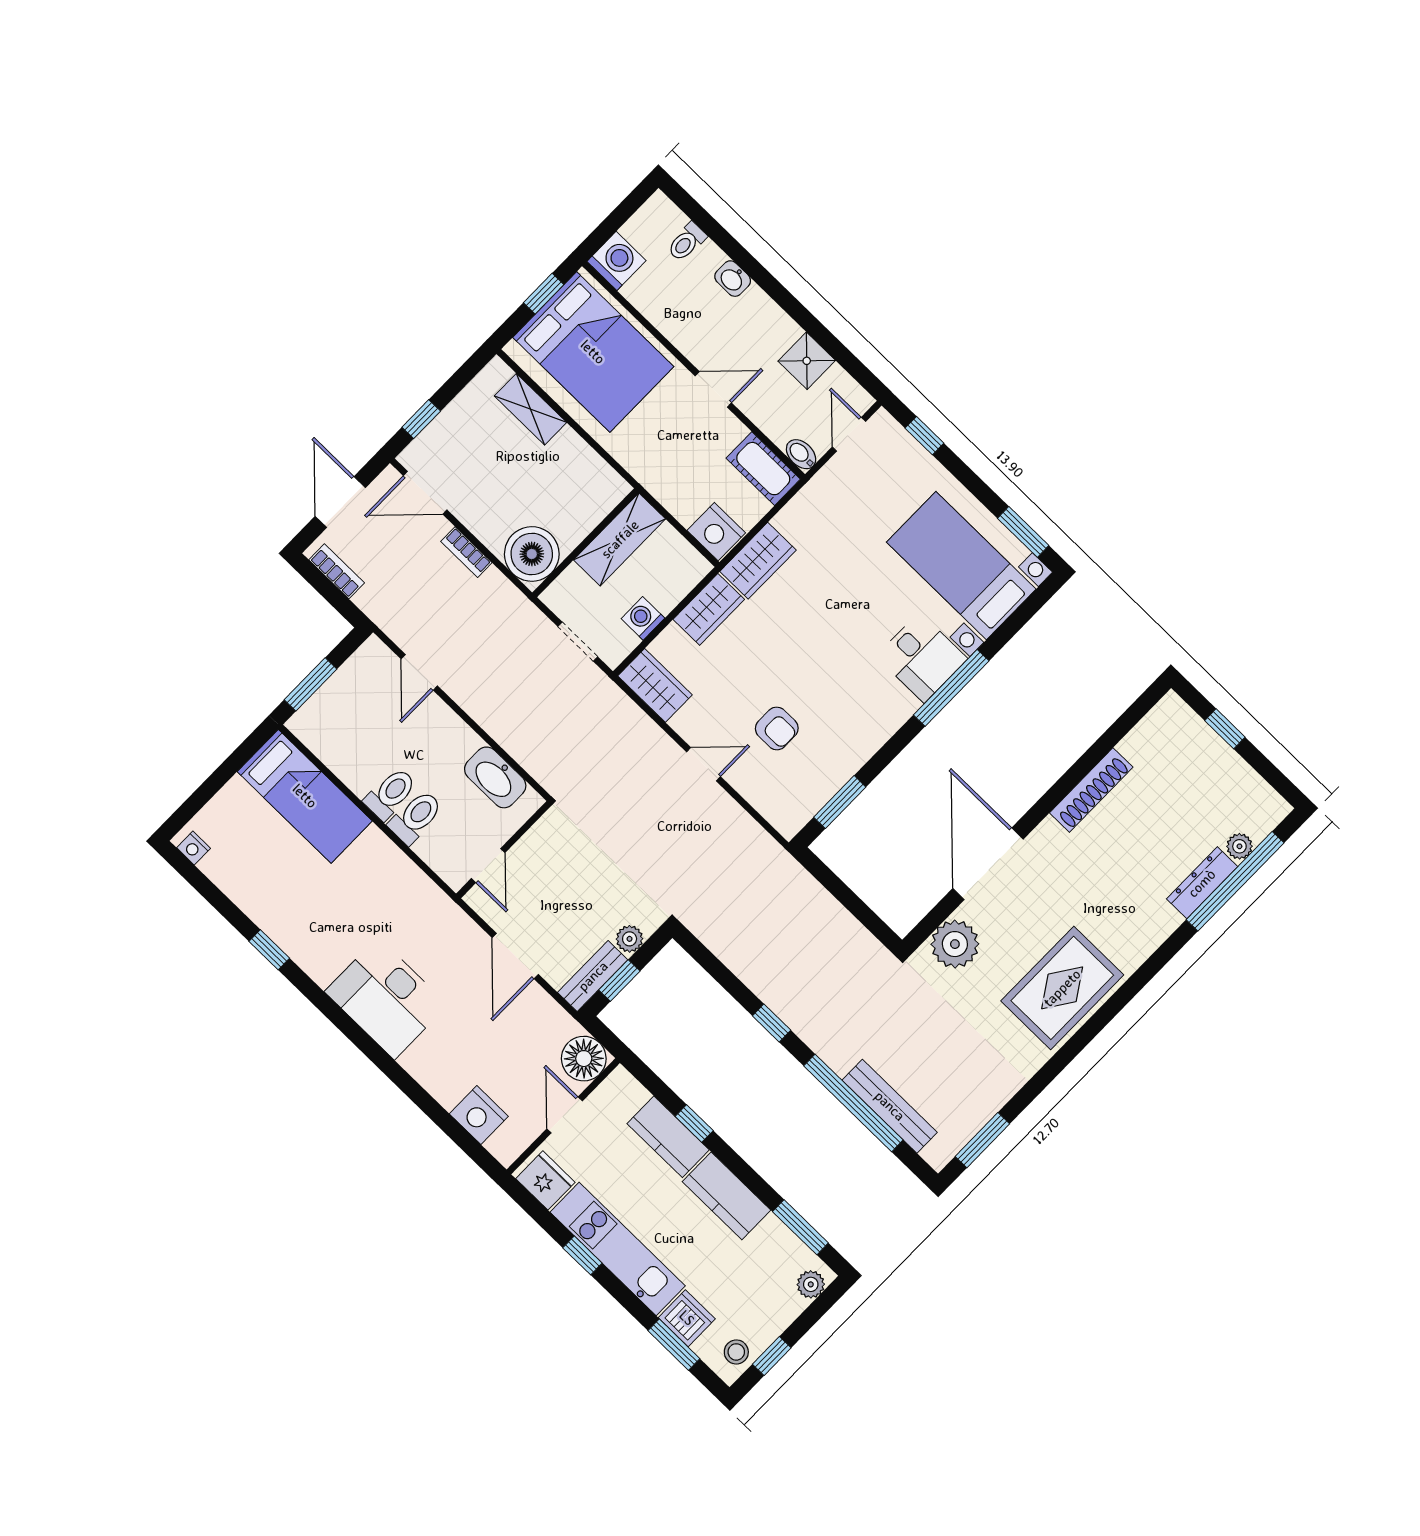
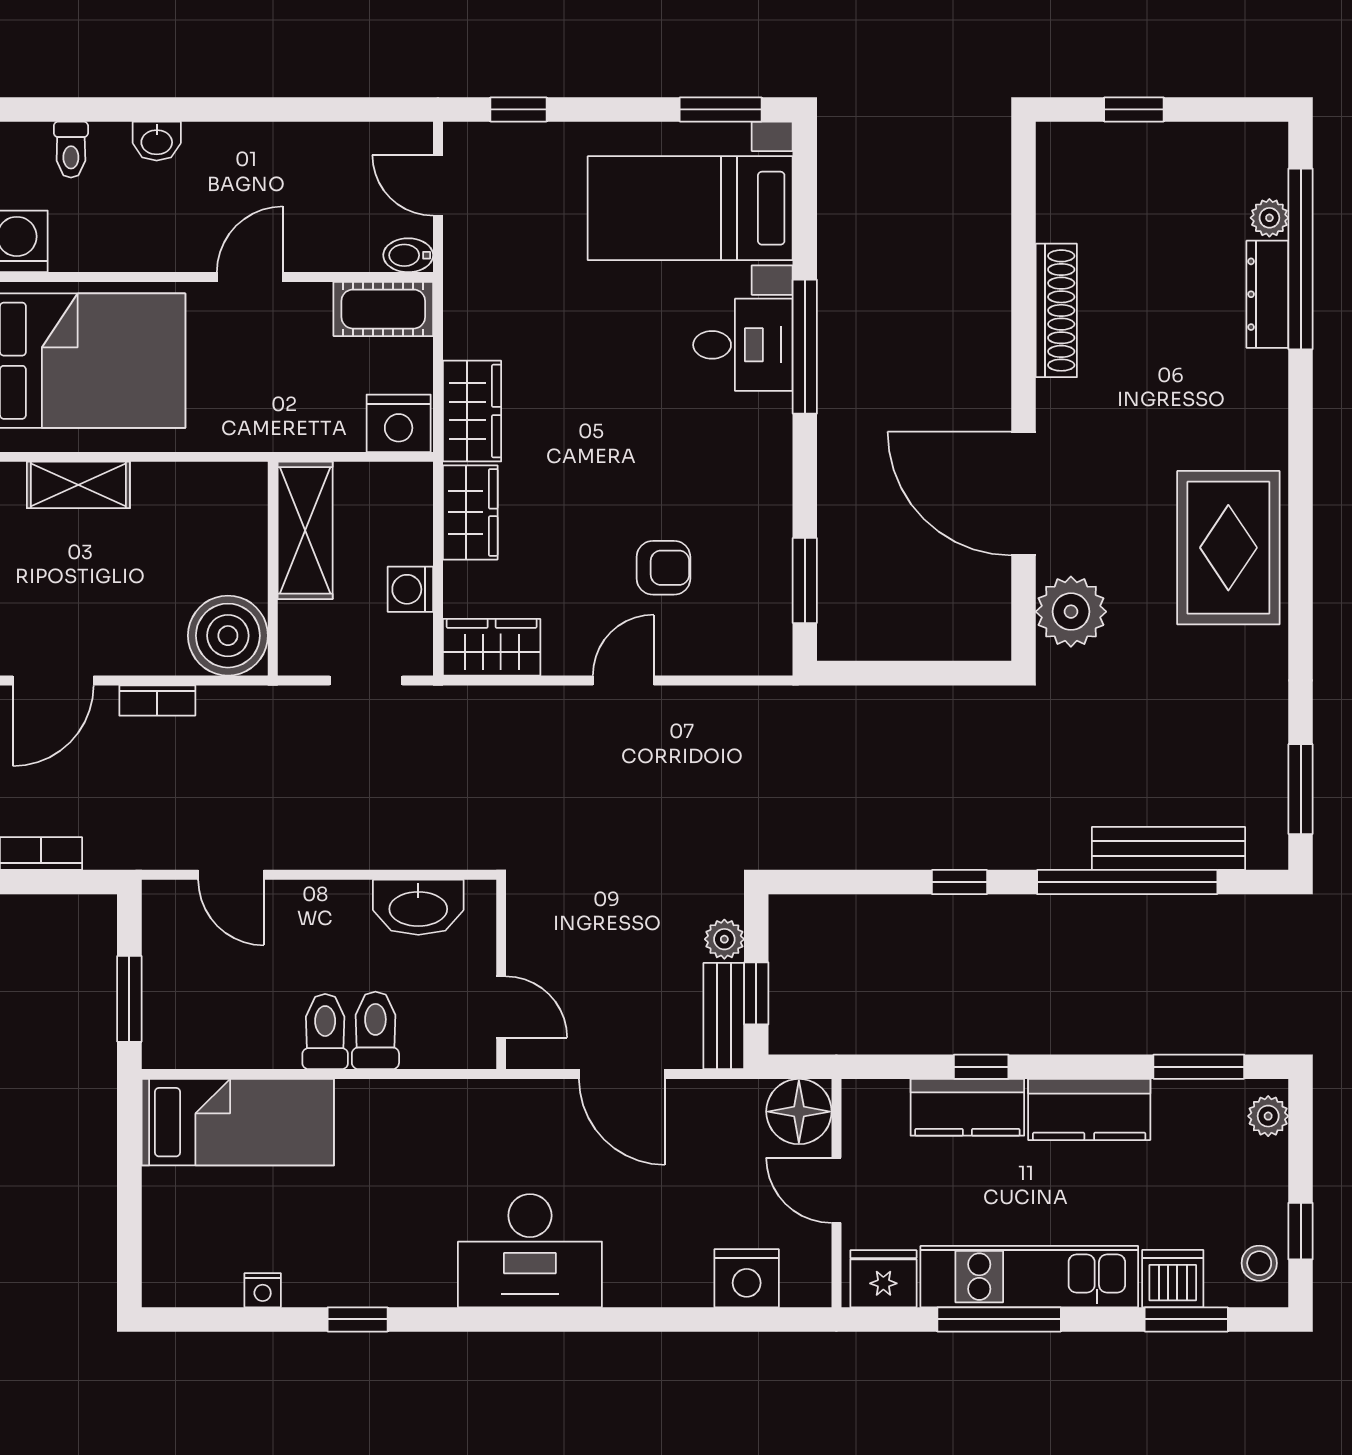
shower: (807, 361) -> (319, 151), removed
nightstand: (194, 848) -> (263, 1290), moved
window: (582, 1255) -> (999, 1319), width x2.17

